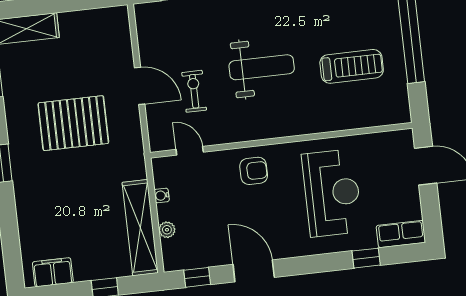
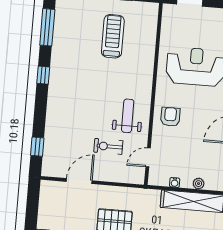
weight bench: (262, 67) -> (128, 116), moved, width x0.73, depth x0.75
door: (140, 86) -> (79, 181), moved

